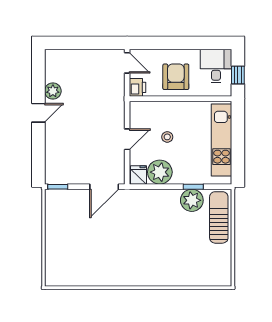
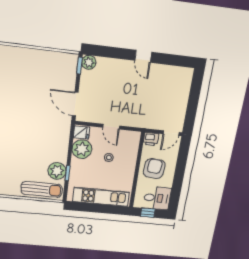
armchair: (176, 77) -> (154, 169), turned -86
plant: (53, 91) -> (89, 62), moved

